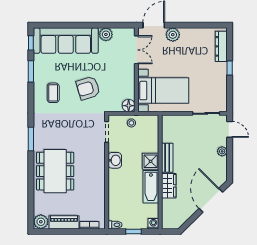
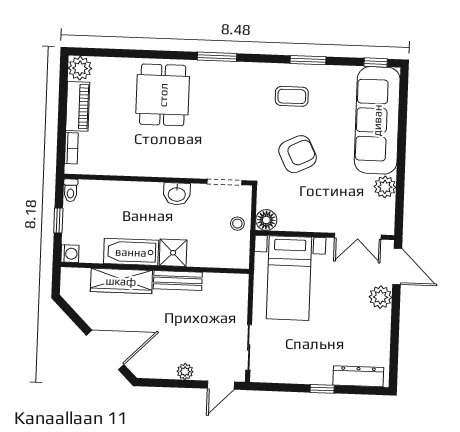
window: (31, 71) -> (308, 60), moved
armchair: (88, 88) -> (298, 154), turned 81
dining table: (55, 171) -> (163, 95), width x0.73
wardrobe: (169, 186) -> (121, 281), width x1.50

